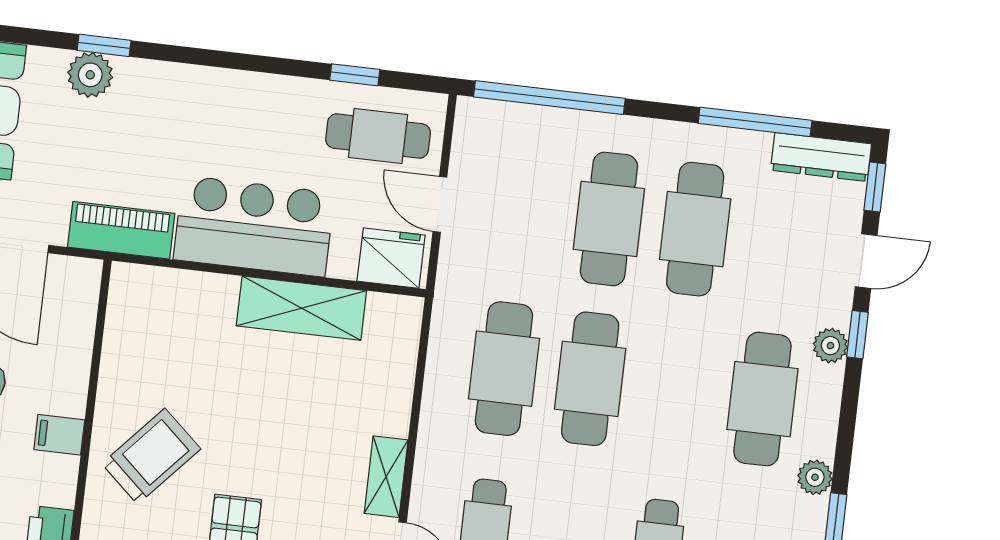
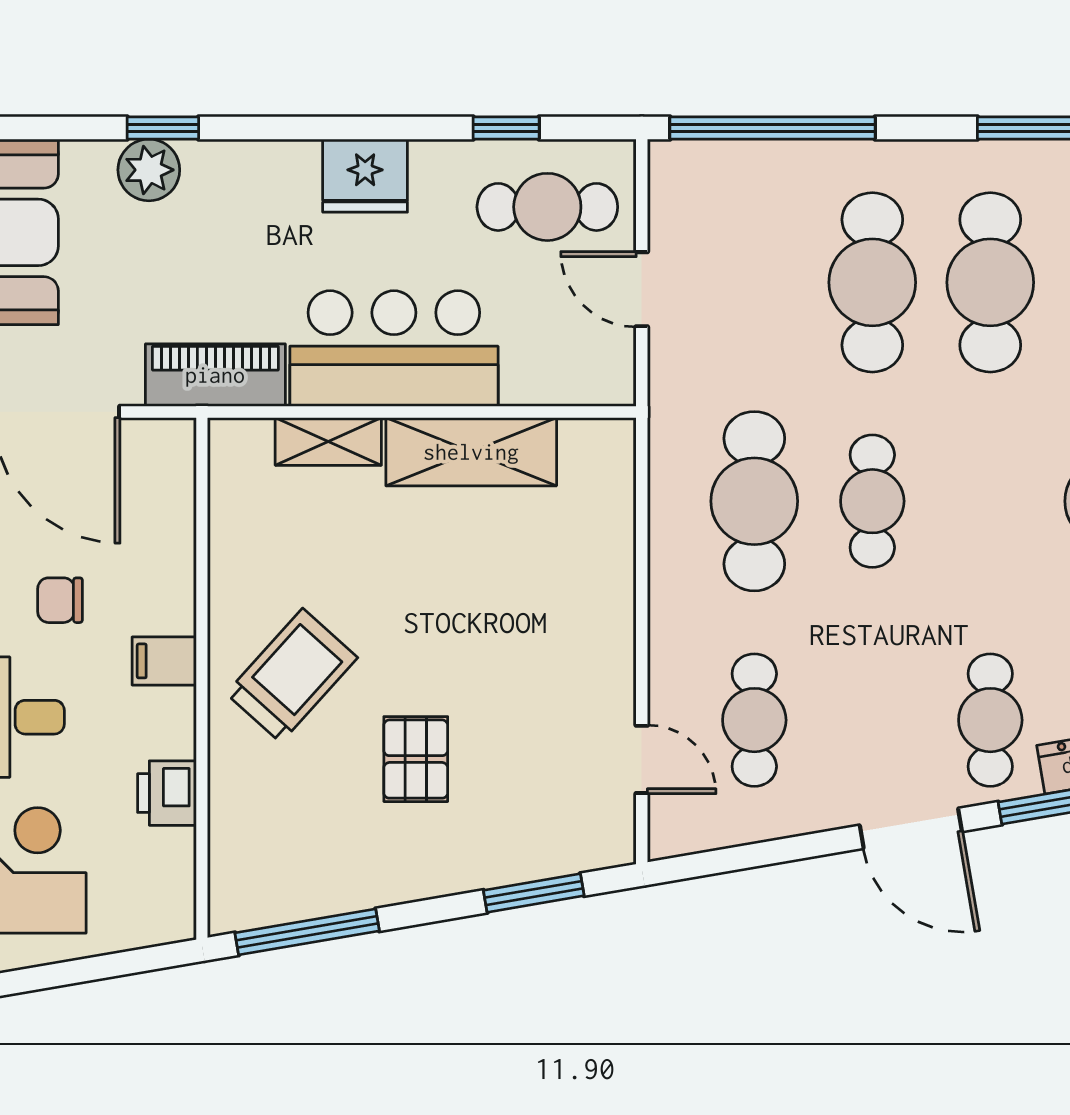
fridge: (391, 258) -> (365, 176), moved, turned 180
cafe table: (590, 379) -> (872, 501), width x0.73, depth x0.74
shelving: (386, 477) -> (328, 441), moved, turned 90

